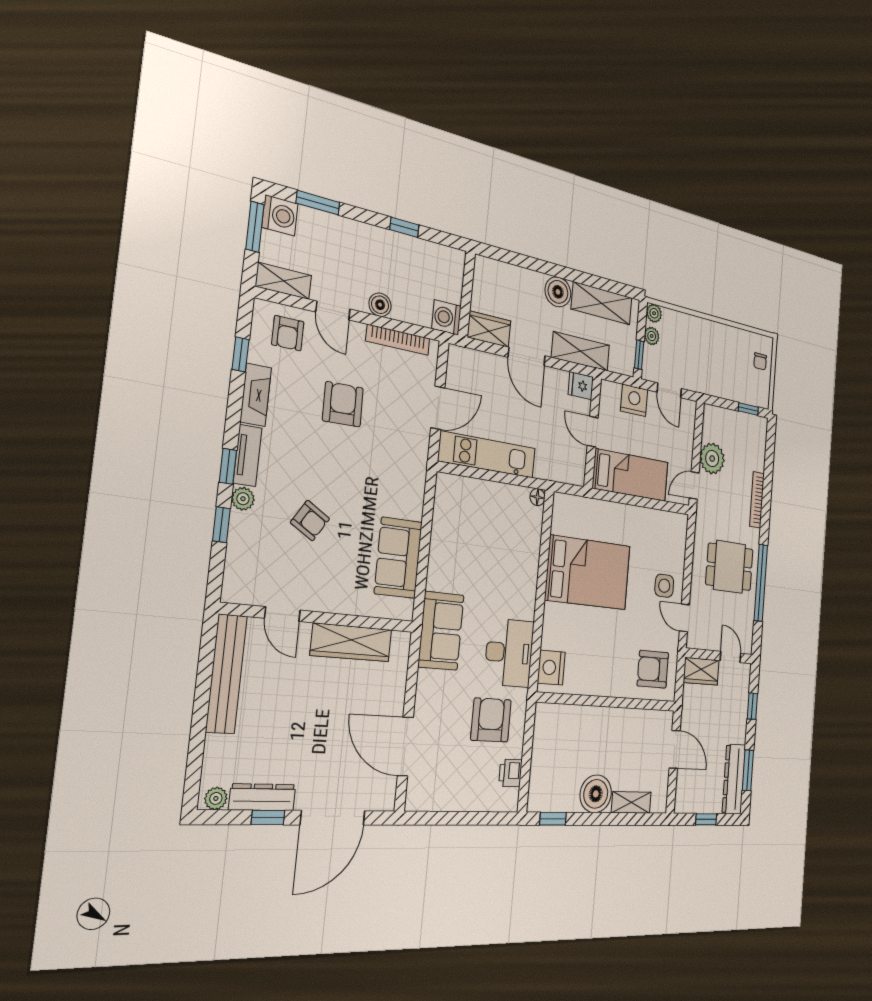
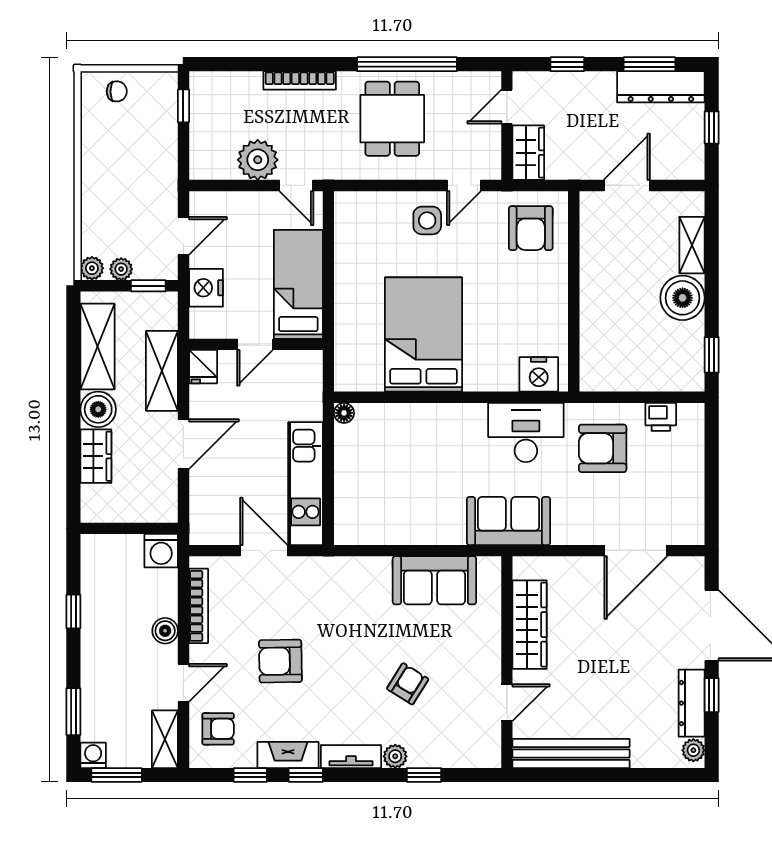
washing machine: (280, 215) -> (93, 755), width x0.73, depth x0.73
wardrobe: (489, 329) -> (96, 456), moved, turned 180
window: (228, 466) -> (306, 775), moved

